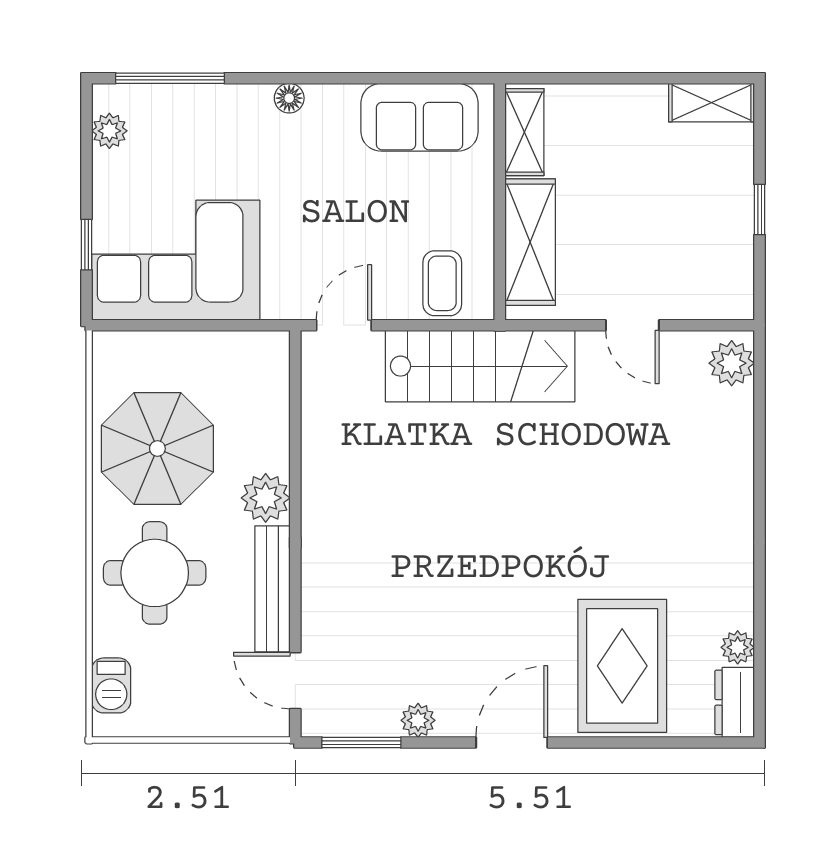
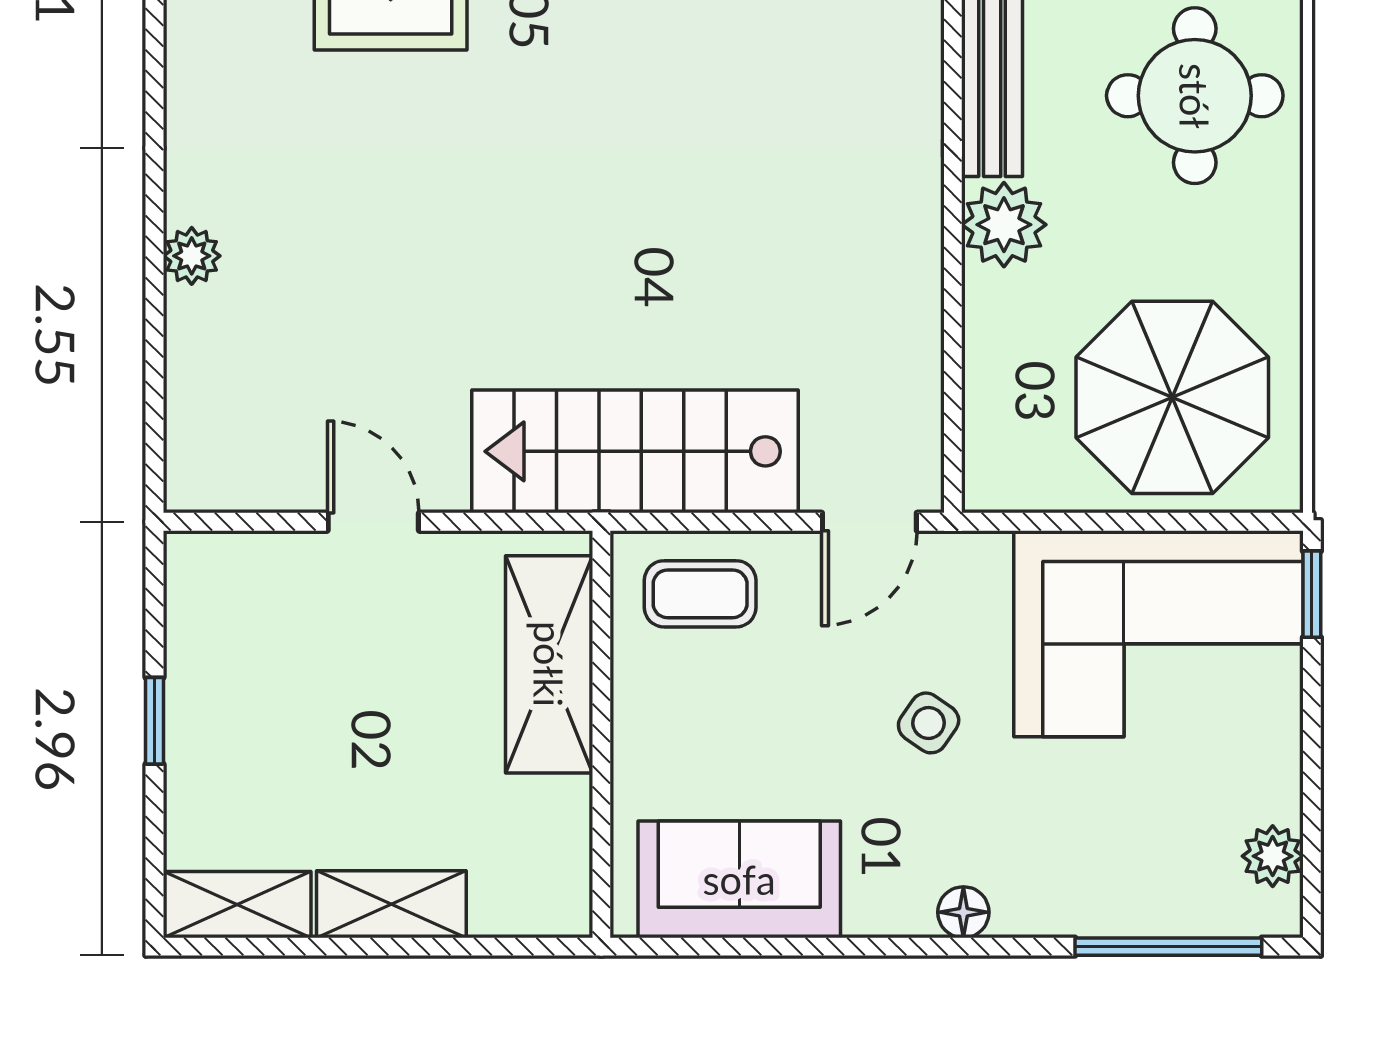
shelving: (524, 132) -> (391, 904), moved, turned 90
side table: (309, 208) -> (929, 723), added
window: (87, 245) -> (1312, 594), moved
coffee table: (442, 283) -> (700, 594), turned 90
plant: (732, 363) -> (192, 256), moved, width x0.73, depth x0.73
parasol: (157, 449) -> (1172, 397), moved

